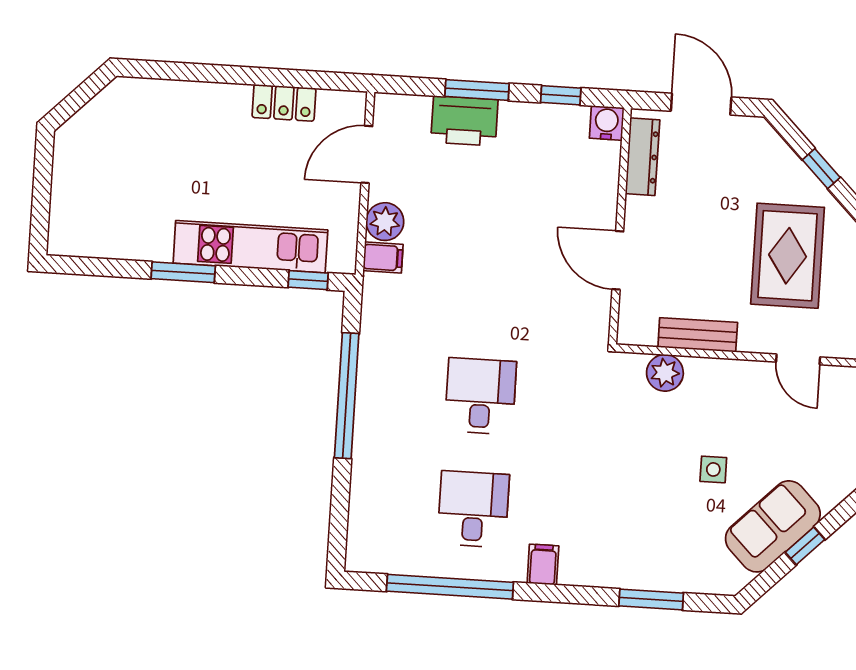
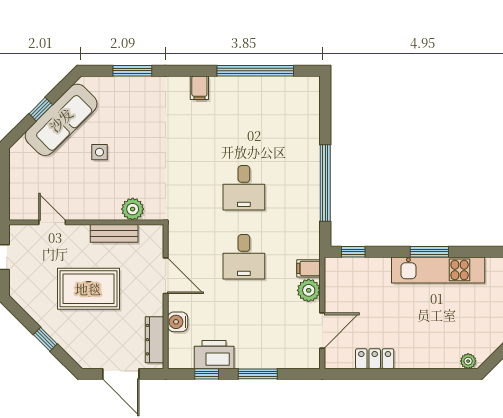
plant: (131, 89) -> (468, 361), added
printer: (464, 121) -> (214, 355), moved
water cooler: (607, 123) -> (178, 322), moved, turned 90
kitchen unit: (250, 247) -> (438, 270), moved
rug: (788, 256) -> (88, 289), moved, turned 90
desk: (473, 509) -> (244, 257), moved
sofa: (773, 526) -> (61, 120), width x1.36

